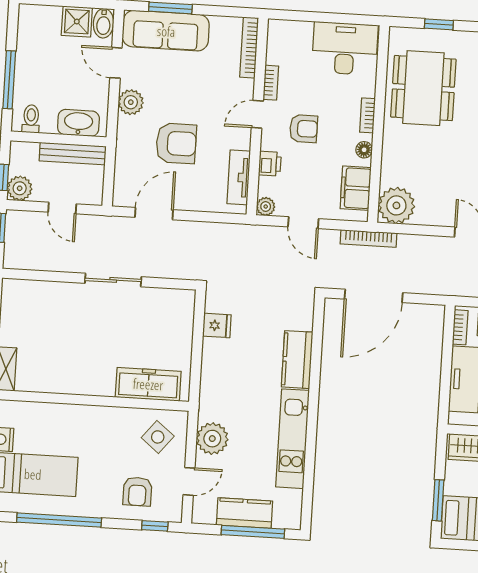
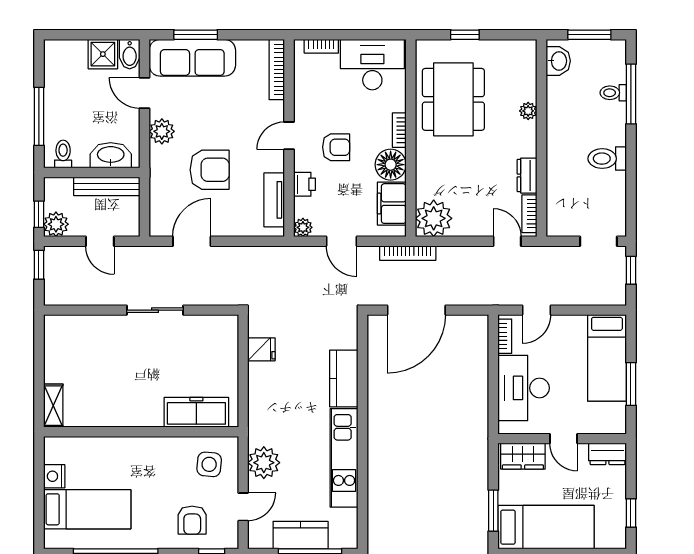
bookcase: (271, 83) -> (321, 46), moved, turned 90
floor lamp: (364, 150) -> (391, 165), width x1.89, depth x1.89
side table: (158, 437) -> (209, 464), turned -34

